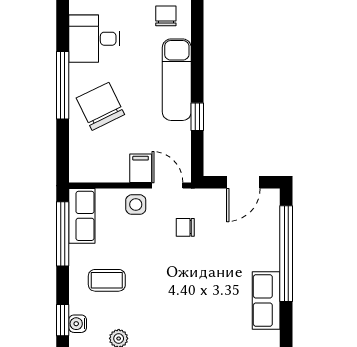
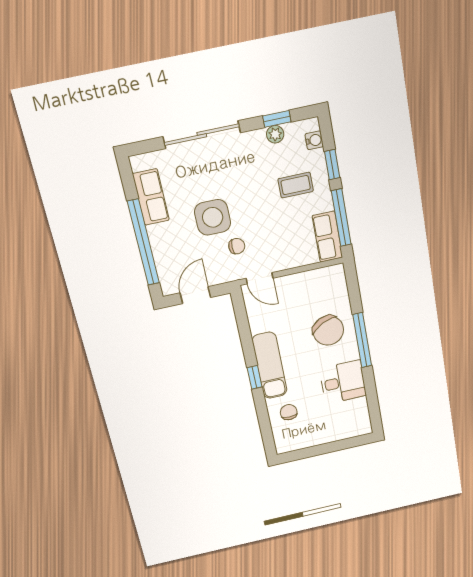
chair: (166, 16) -> (289, 412), turned 180
window: (197, 117) -> (255, 377), moved
filing cabinet: (141, 168) -> (285, 288), removed
side table: (136, 205) -> (213, 217), moved, width x1.87, depth x1.87
window: (63, 320) -> (332, 165), moved

